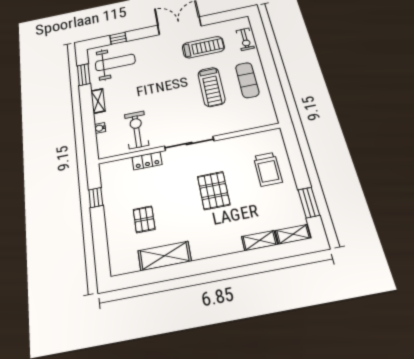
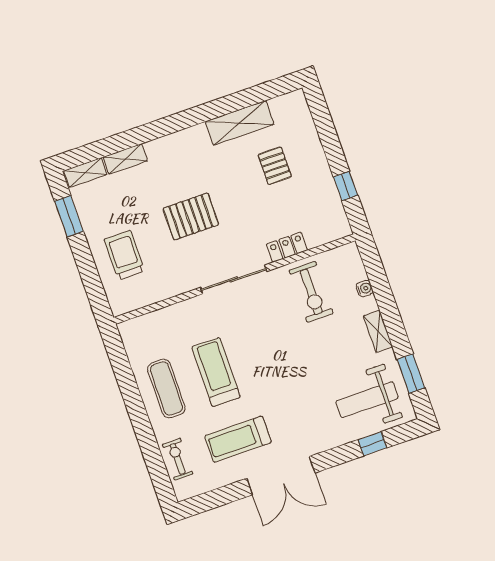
pallet: (214, 191) -> (191, 216), turned 90

